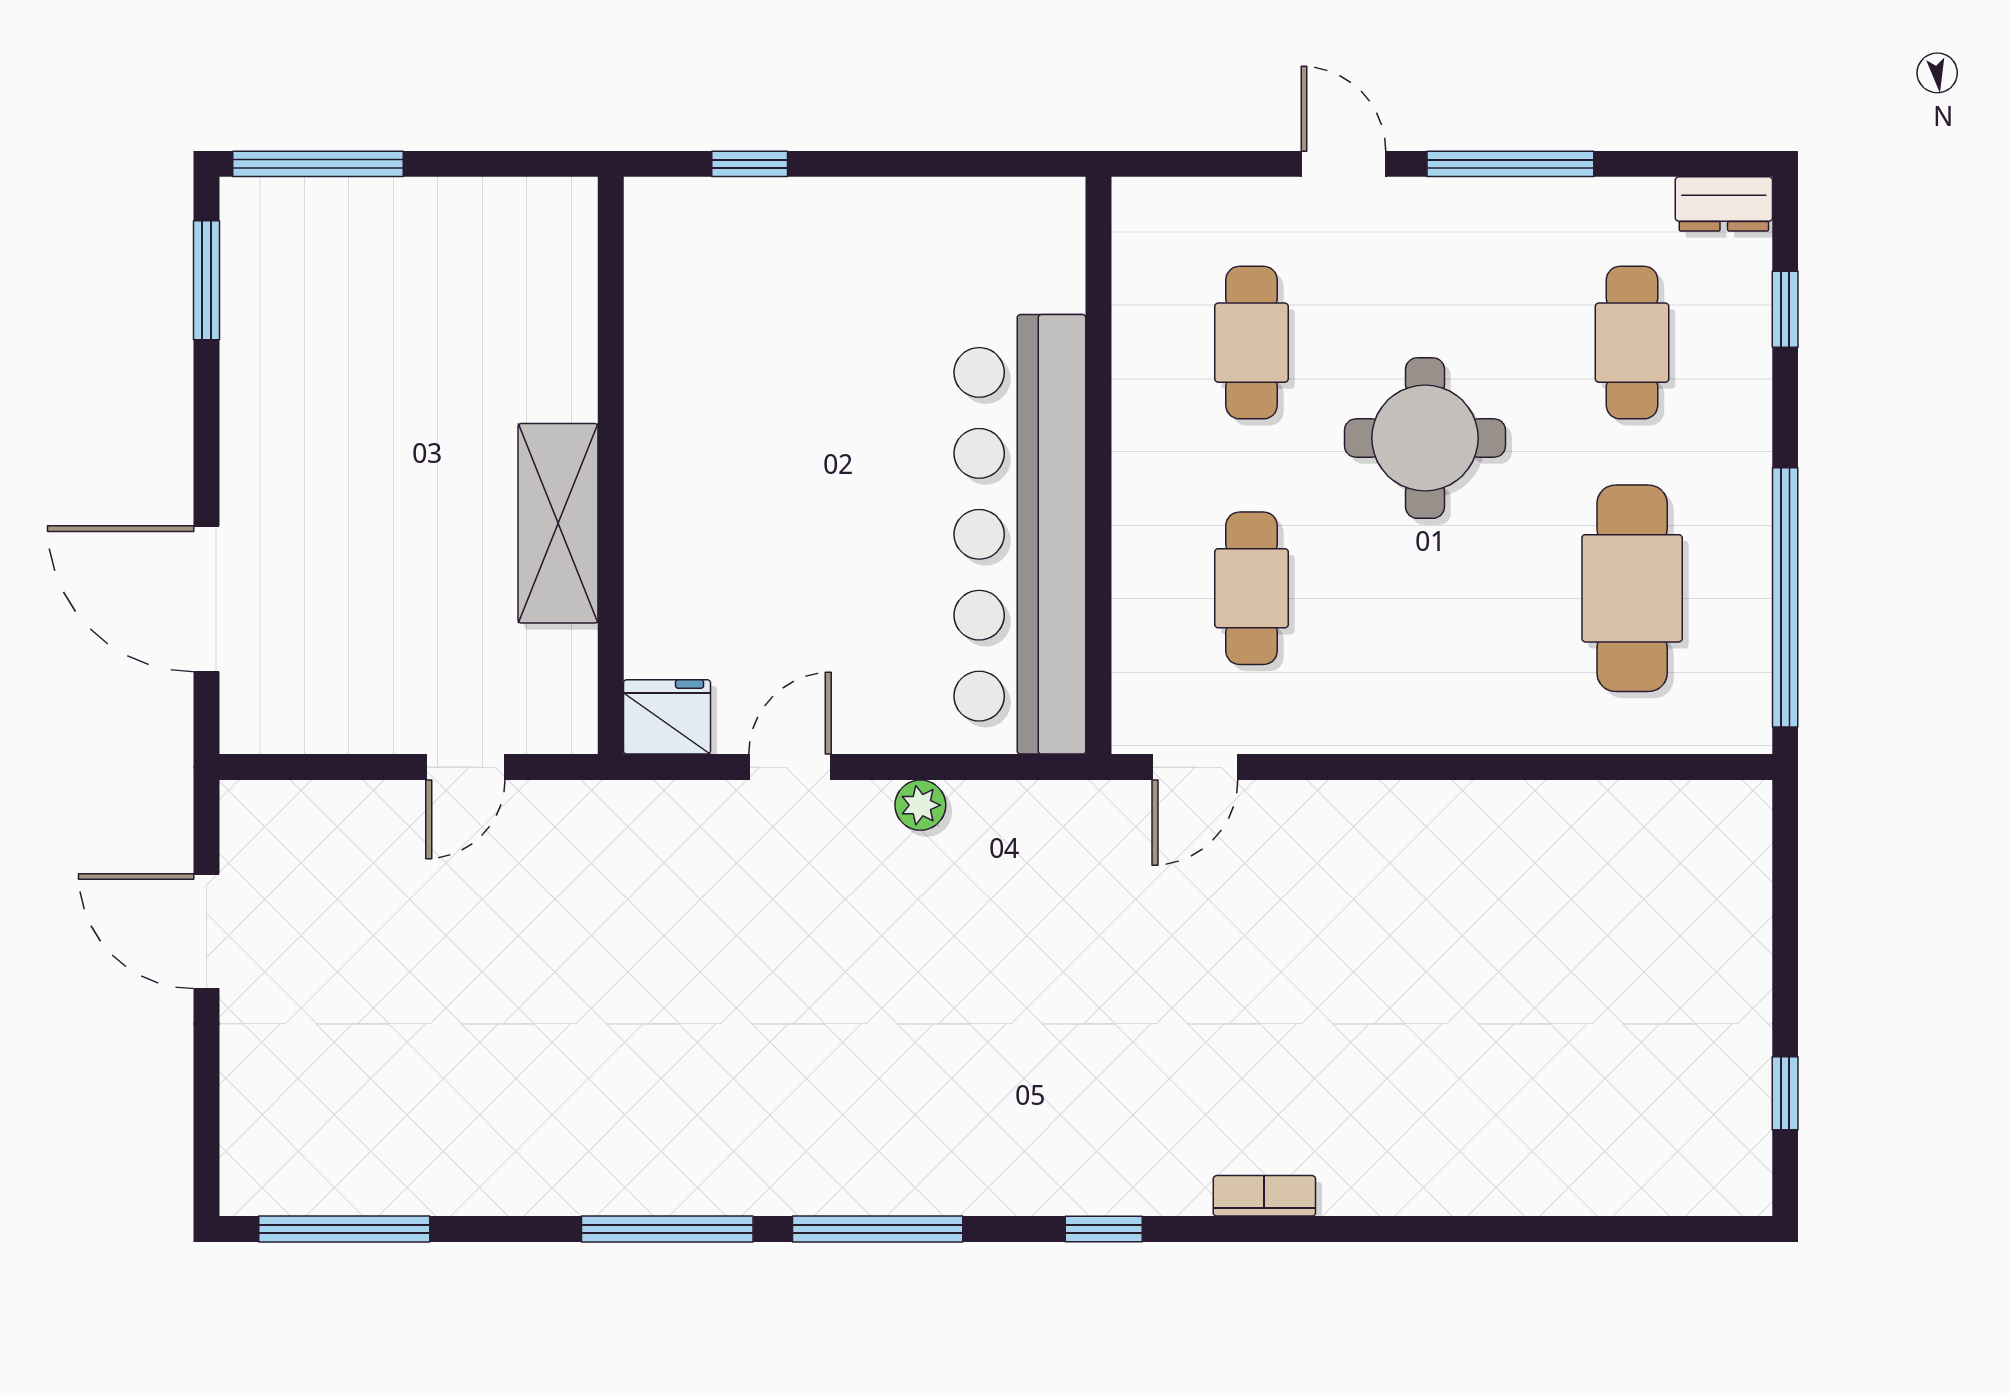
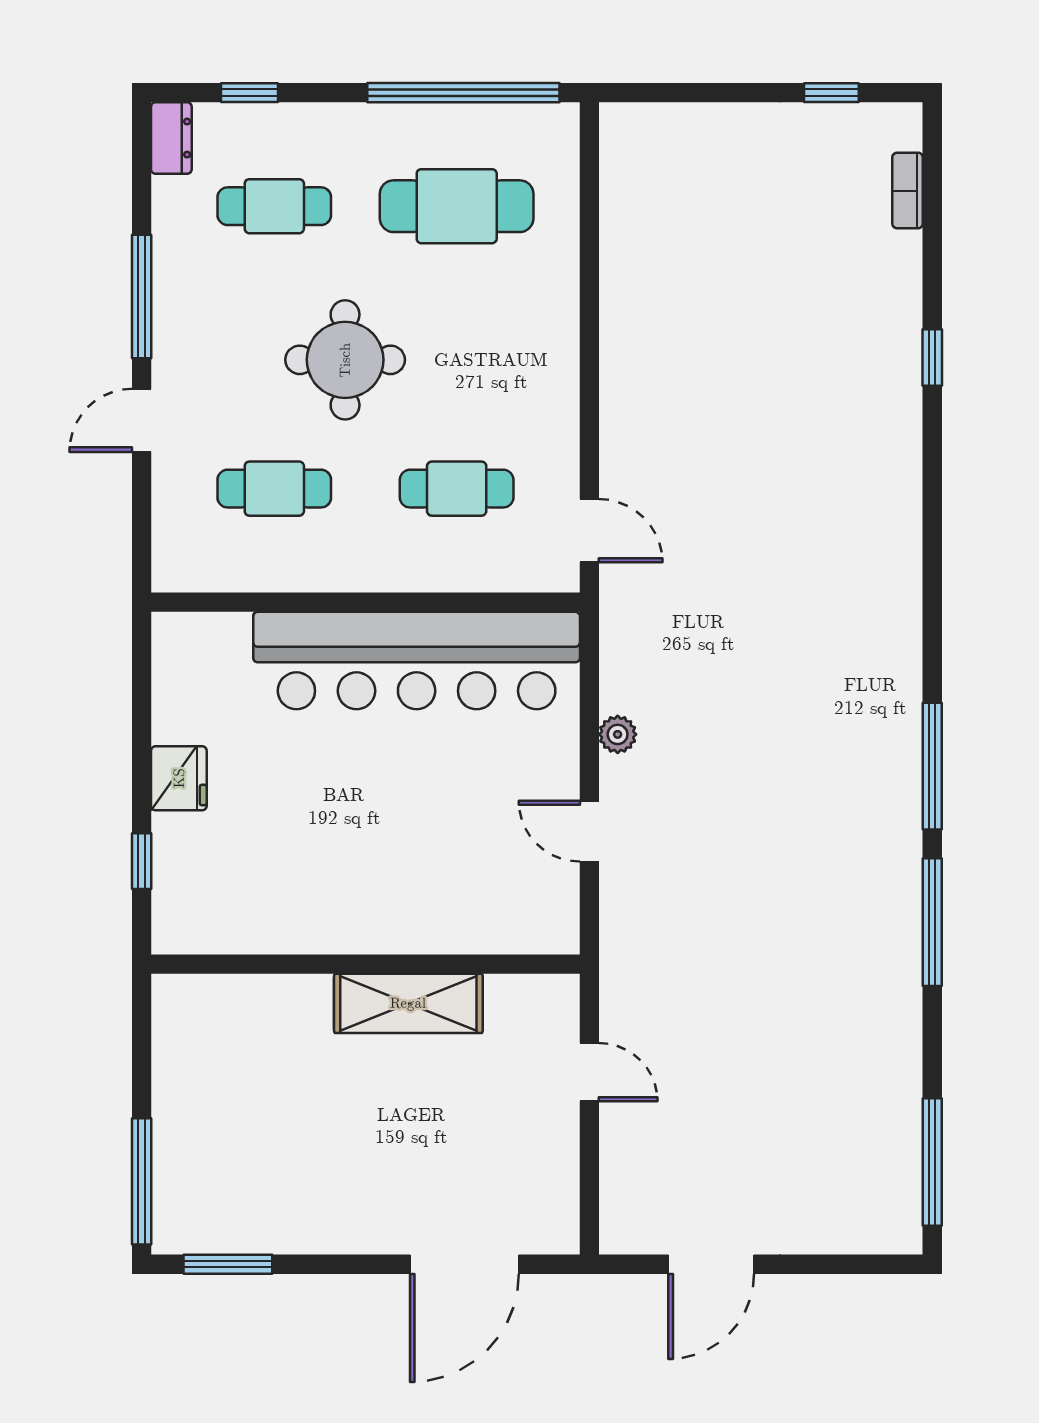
fridge: (667, 717) -> (179, 778), moved, turned 180
bookcase: (1264, 1196) -> (908, 191), moved
window: (1104, 1229) -> (932, 357), moved

